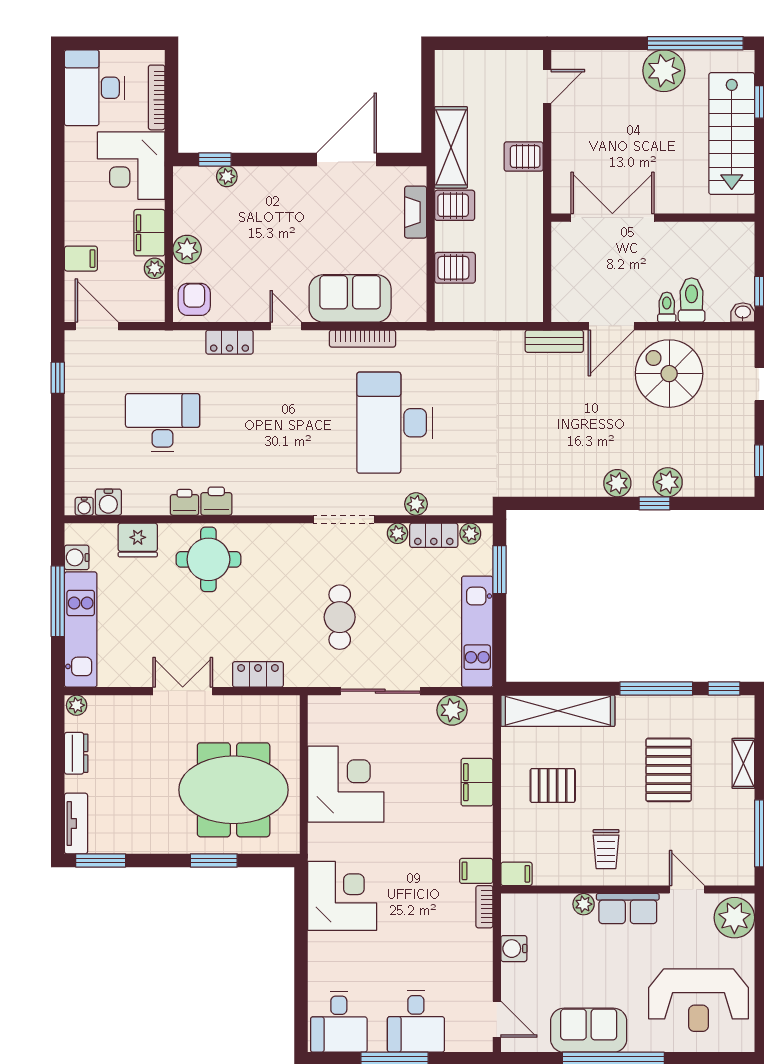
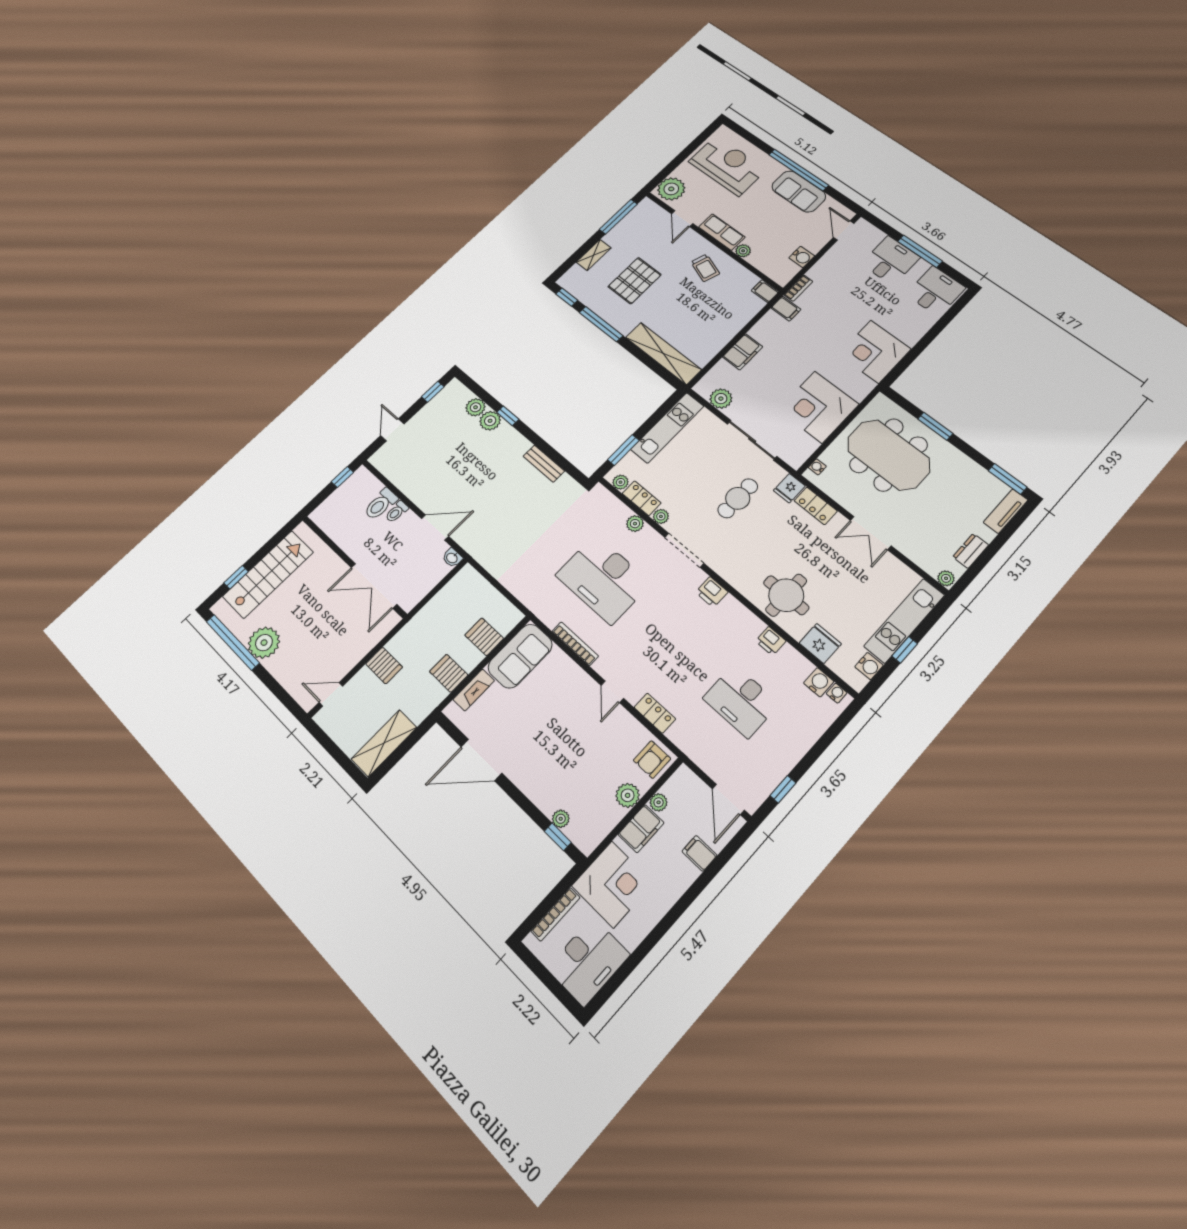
shelving: (451, 147) -> (384, 743), moved
sofa: (350, 298) -> (520, 656), moved, turned -90
washbasin: (743, 313) -> (452, 558), moved
bench: (554, 341) -> (544, 464), moved
spiral stairs: (669, 374) -> (432, 476), removed
desk: (395, 423) -> (603, 579), turned 90
plant: (617, 483) -> (476, 407), moved
printer: (216, 501) -> (712, 592), moved
window: (58, 601) -> (905, 650), width x0.46
fridge: (299, 671) -> (789, 488), added
water cooler: (291, 717) -> (817, 467), added
pallet: (553, 785) -> (703, 319), removed
trolley: (606, 849) -> (705, 268), turned 109

